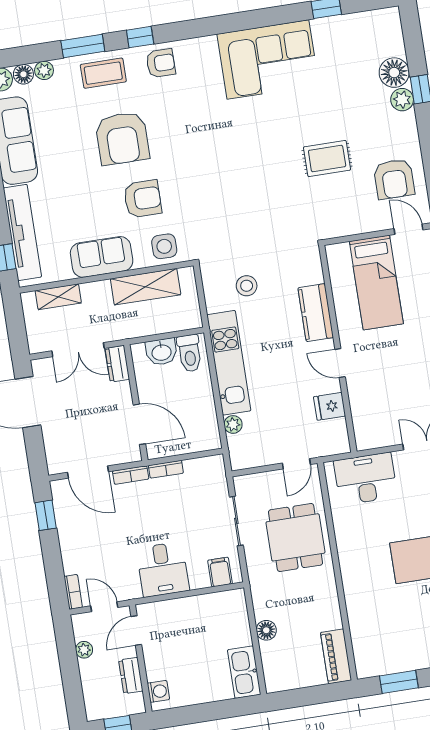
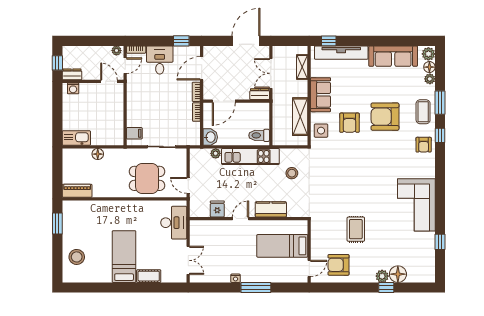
washbasin: (161, 352) -> (210, 137), moved, turned 180
desk: (163, 569) -> (160, 60), moved, turned 90
plant: (84, 650) -> (116, 51), moved
dresser: (131, 676) -> (72, 74), moved

